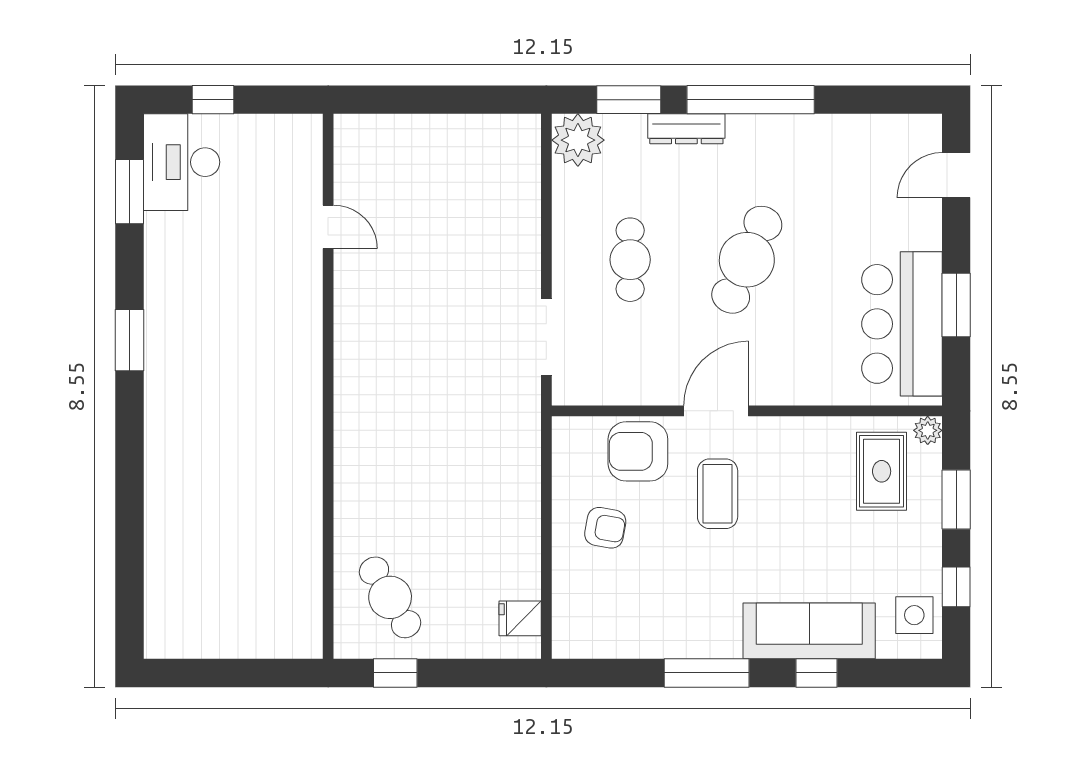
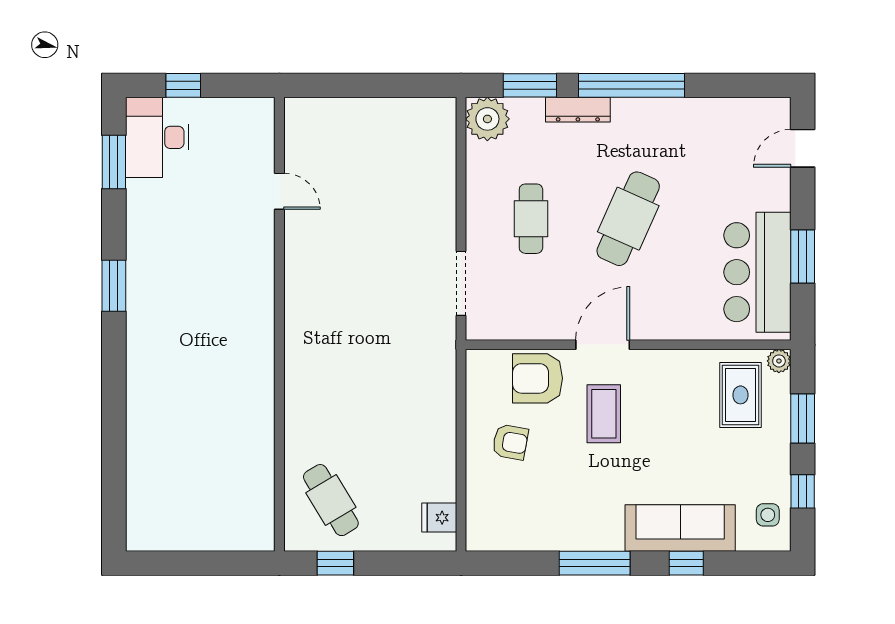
side table: (914, 615) -> (768, 515), width x0.73, depth x0.73

